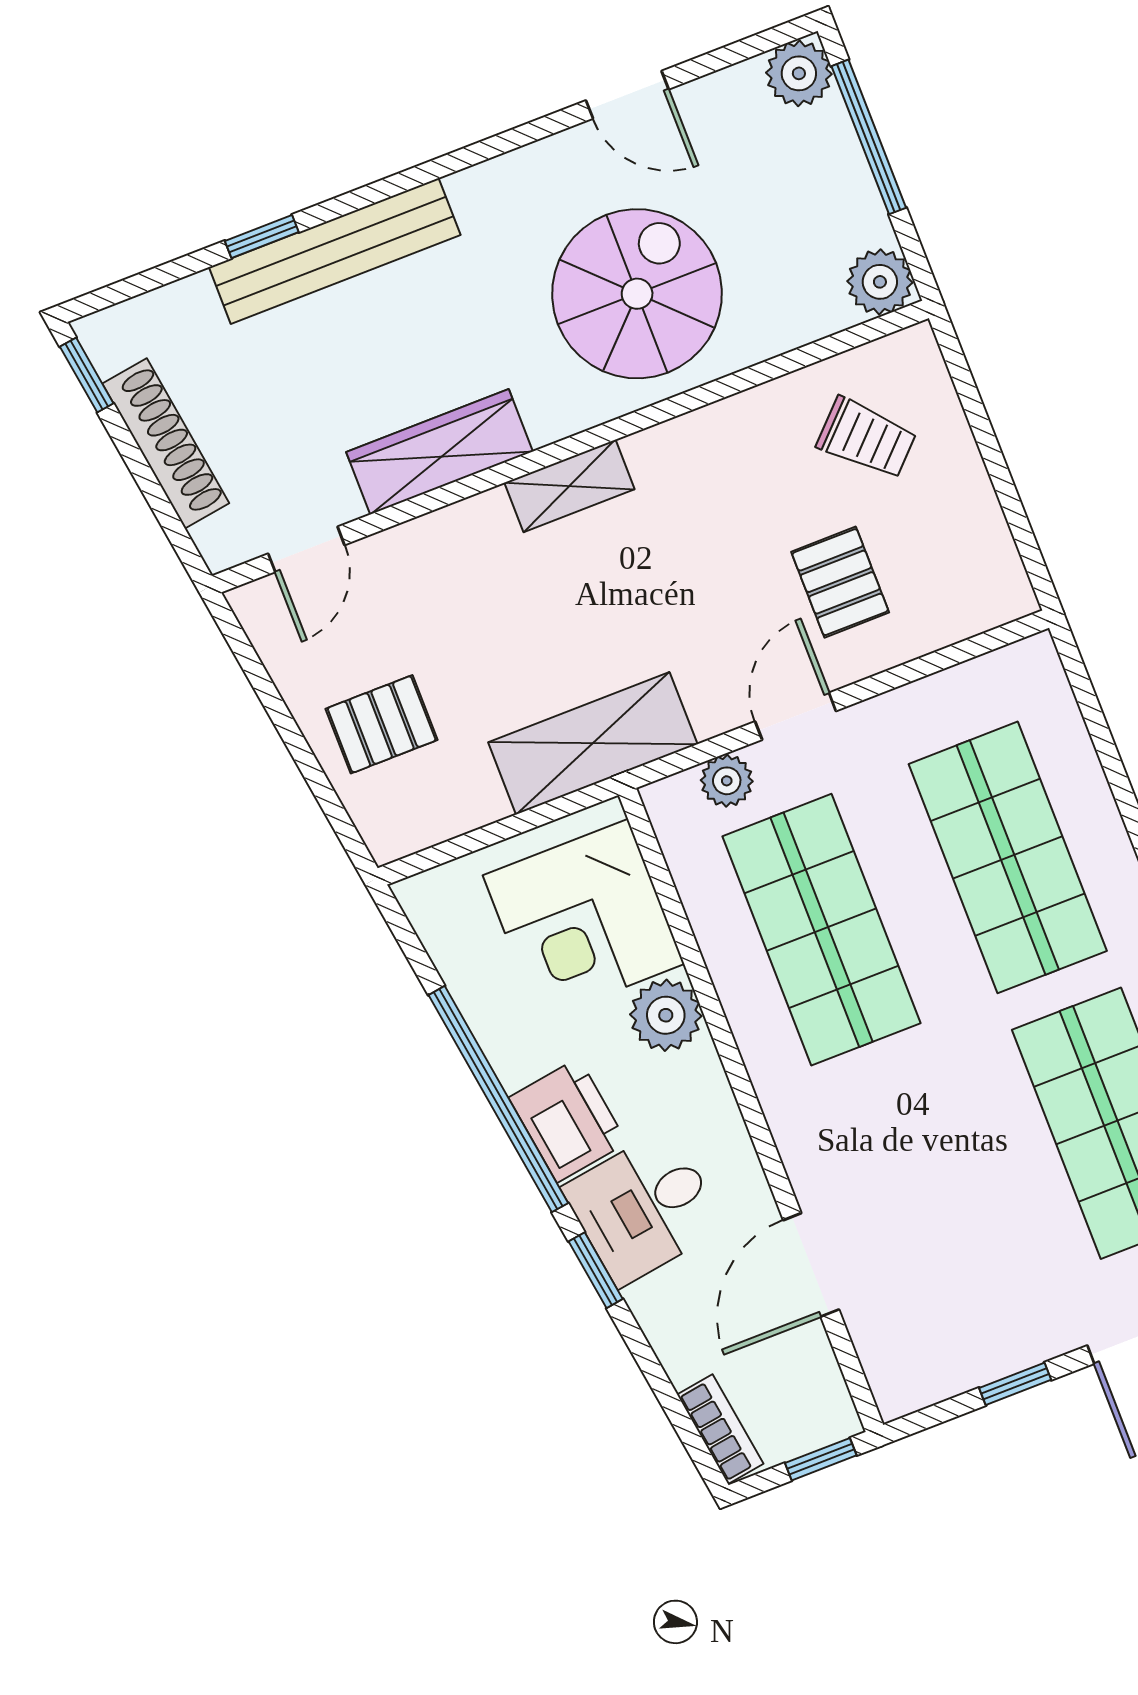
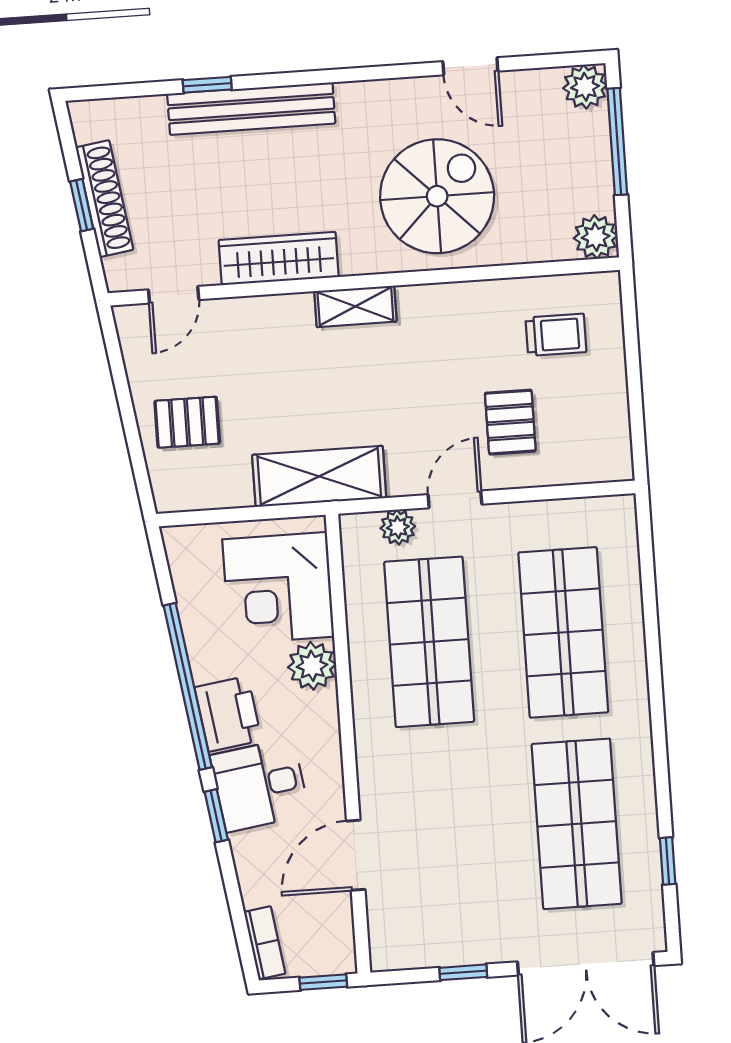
window: (87, 375) -> (82, 205), moved
trolley: (867, 438) -> (556, 335), turned -45

